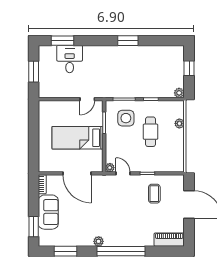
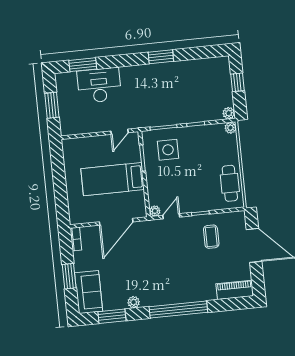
desk: (70, 59) -> (99, 85), width x1.37
plant: (179, 123) -> (231, 128), moved
cafe table: (151, 132) -> (230, 183), moved
door: (77, 173) -> (116, 222), hinge flipped
door: (123, 173) -> (171, 216), hinge flipped
sofa: (48, 212) -> (89, 292), moved
window: (34, 227) -> (69, 276), moved
plant: (99, 241) -> (134, 302), moved

